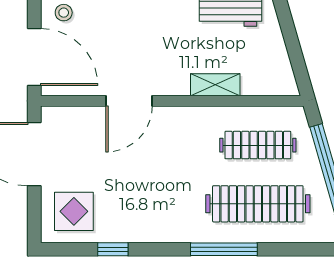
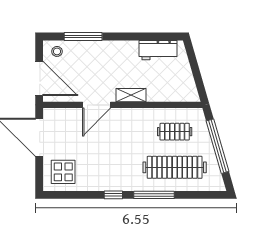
shelving: (215, 85) -> (131, 95), moved
clothes rail: (258, 145) -> (175, 132), width x0.73
window: (113, 249) -> (113, 195), moved

